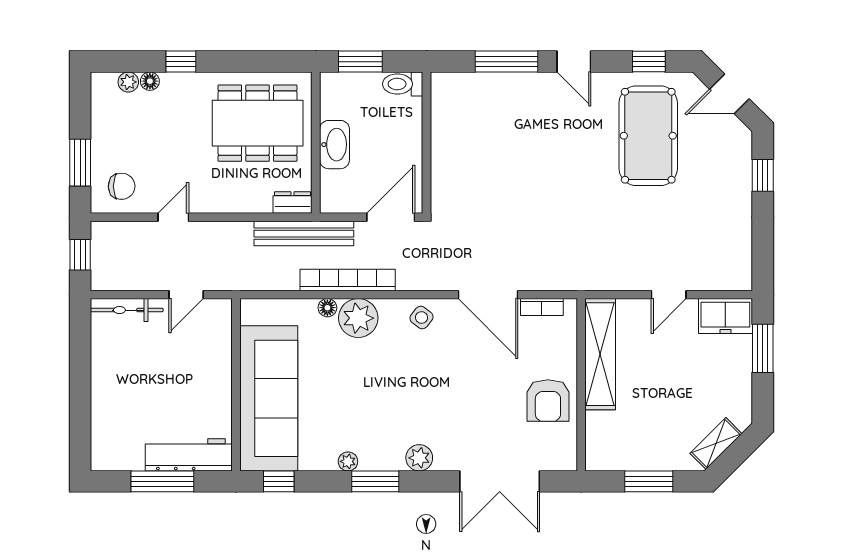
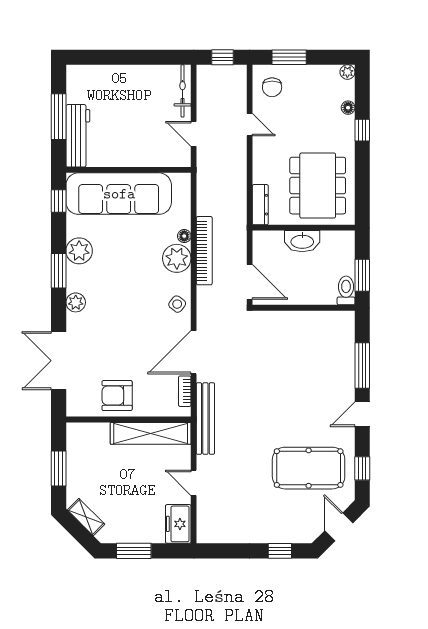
window: (360, 62) -> (362, 275), moved
plant: (128, 82) -> (347, 72), moved
dresser: (292, 203) -> (260, 205), width x1.44
bench: (304, 234) -> (205, 419), moved
window: (763, 348) -> (134, 551), moved
plant: (348, 461) -> (79, 251), width x1.87, depth x1.87

